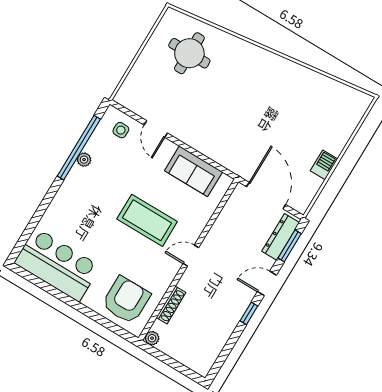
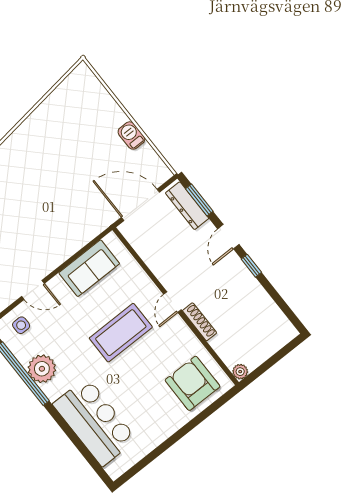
plant: (84, 160) -> (42, 369), width x1.88, depth x1.88
bar counter: (57, 265) -> (95, 422), moved, turned 90
shoe rack: (171, 305) -> (200, 322), moved

